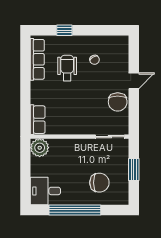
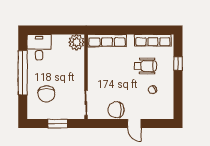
row of seats: (38, 120) -> (107, 41), width x1.48

